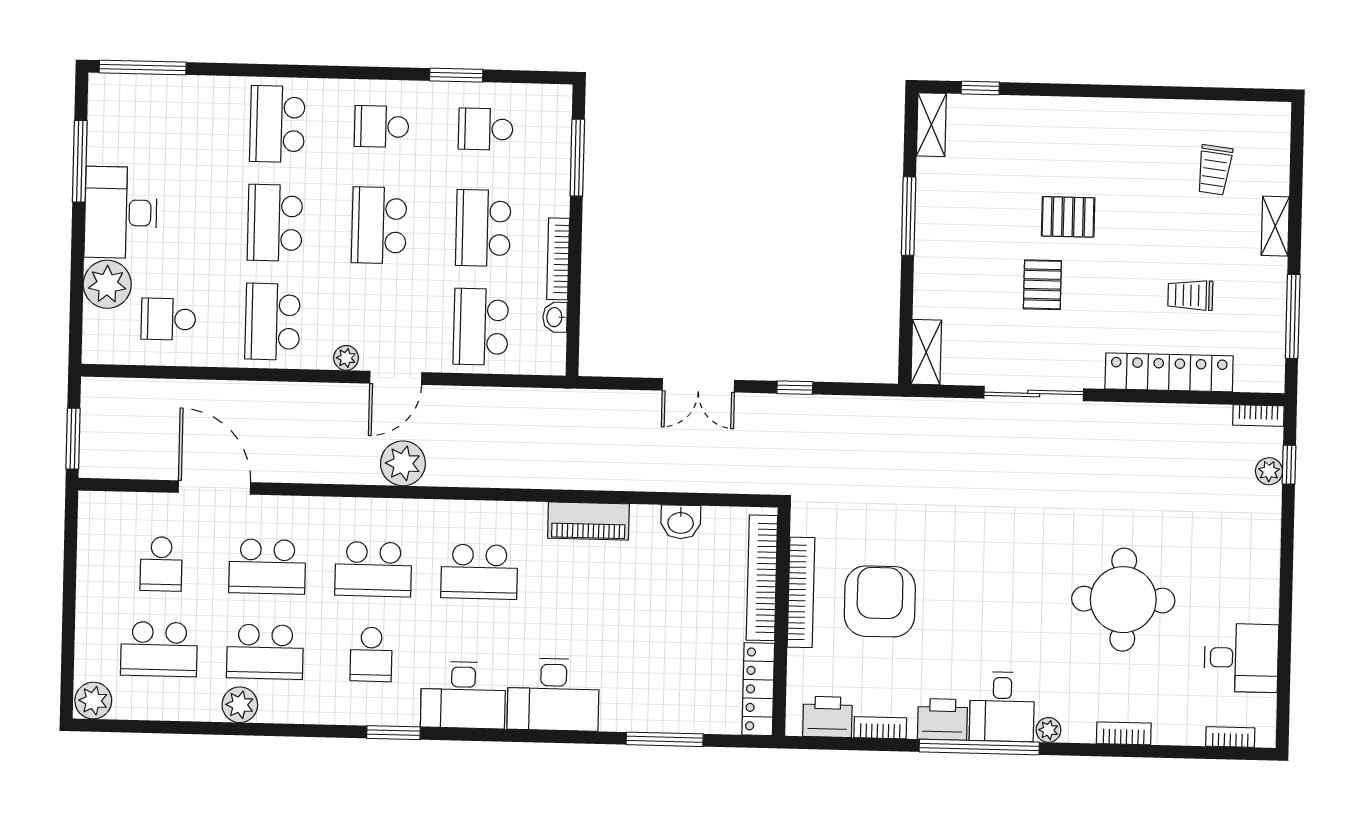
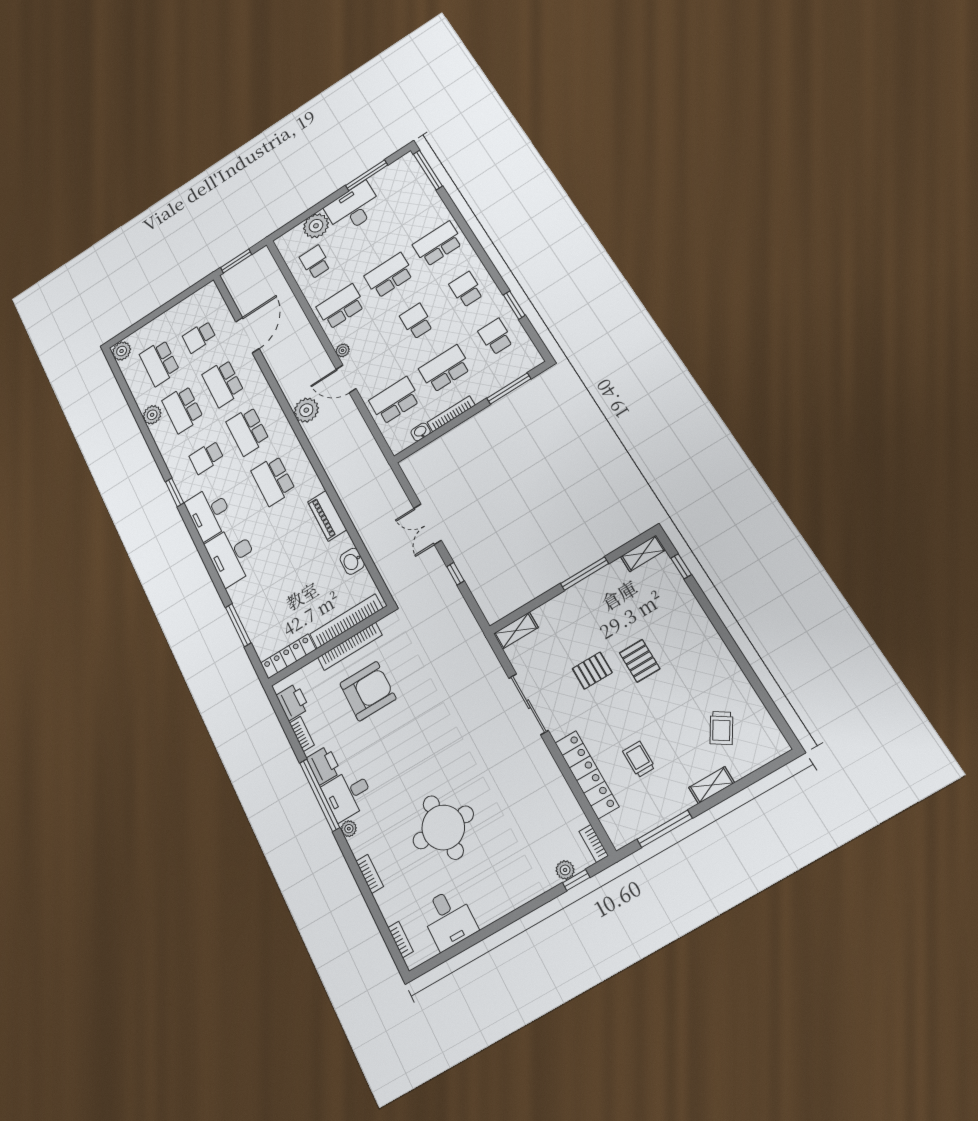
trolley: (1214, 170) -> (721, 728), turned -64
school desk: (379, 225) -> (416, 321), width x0.54

